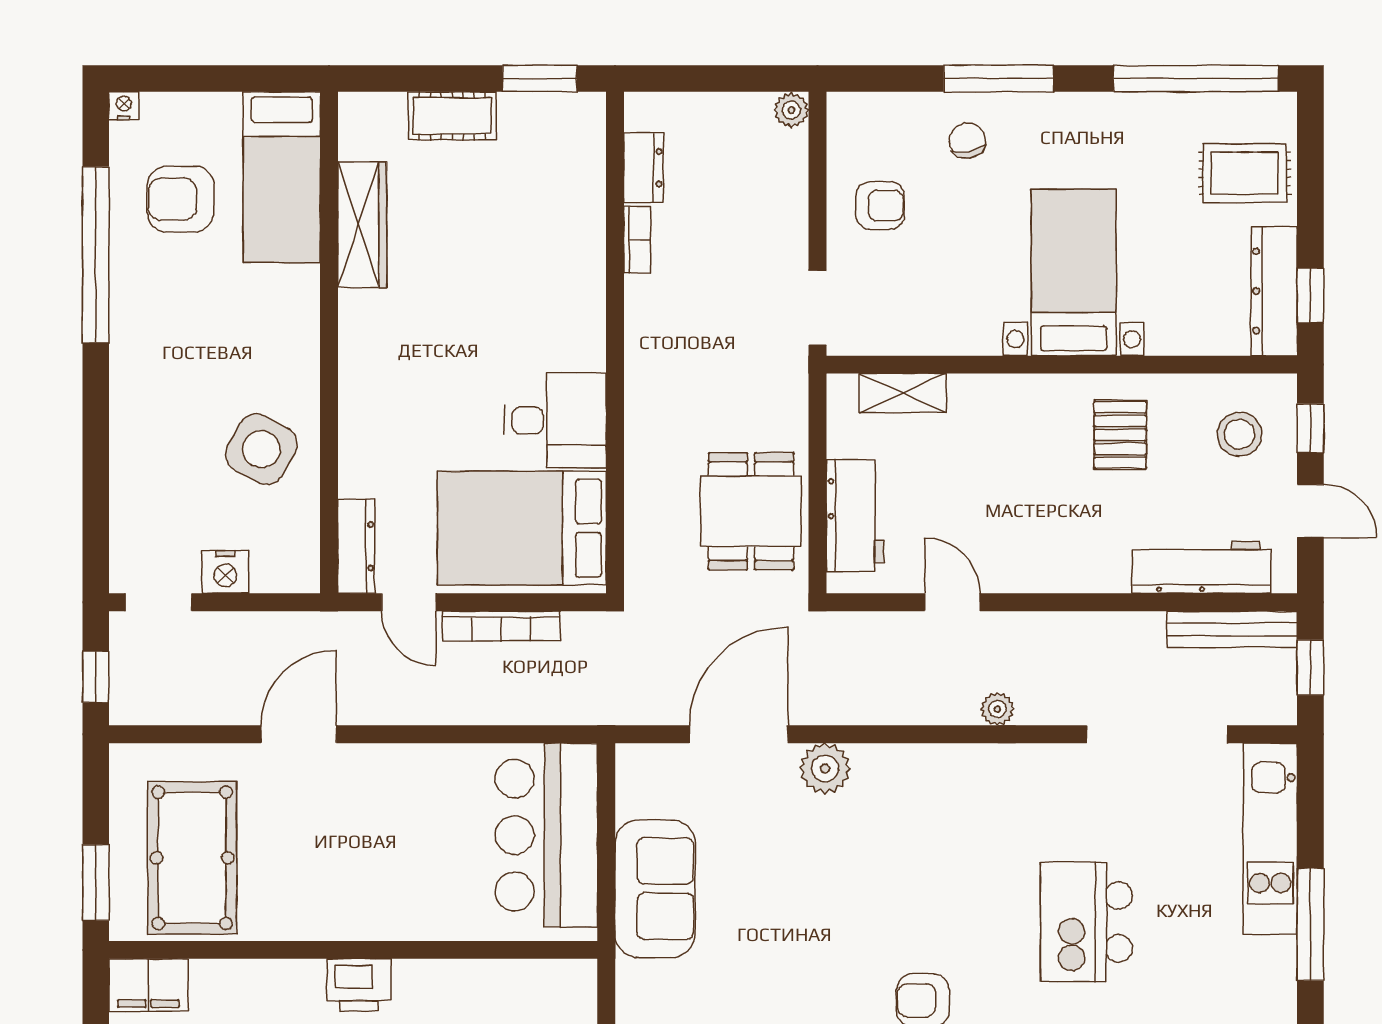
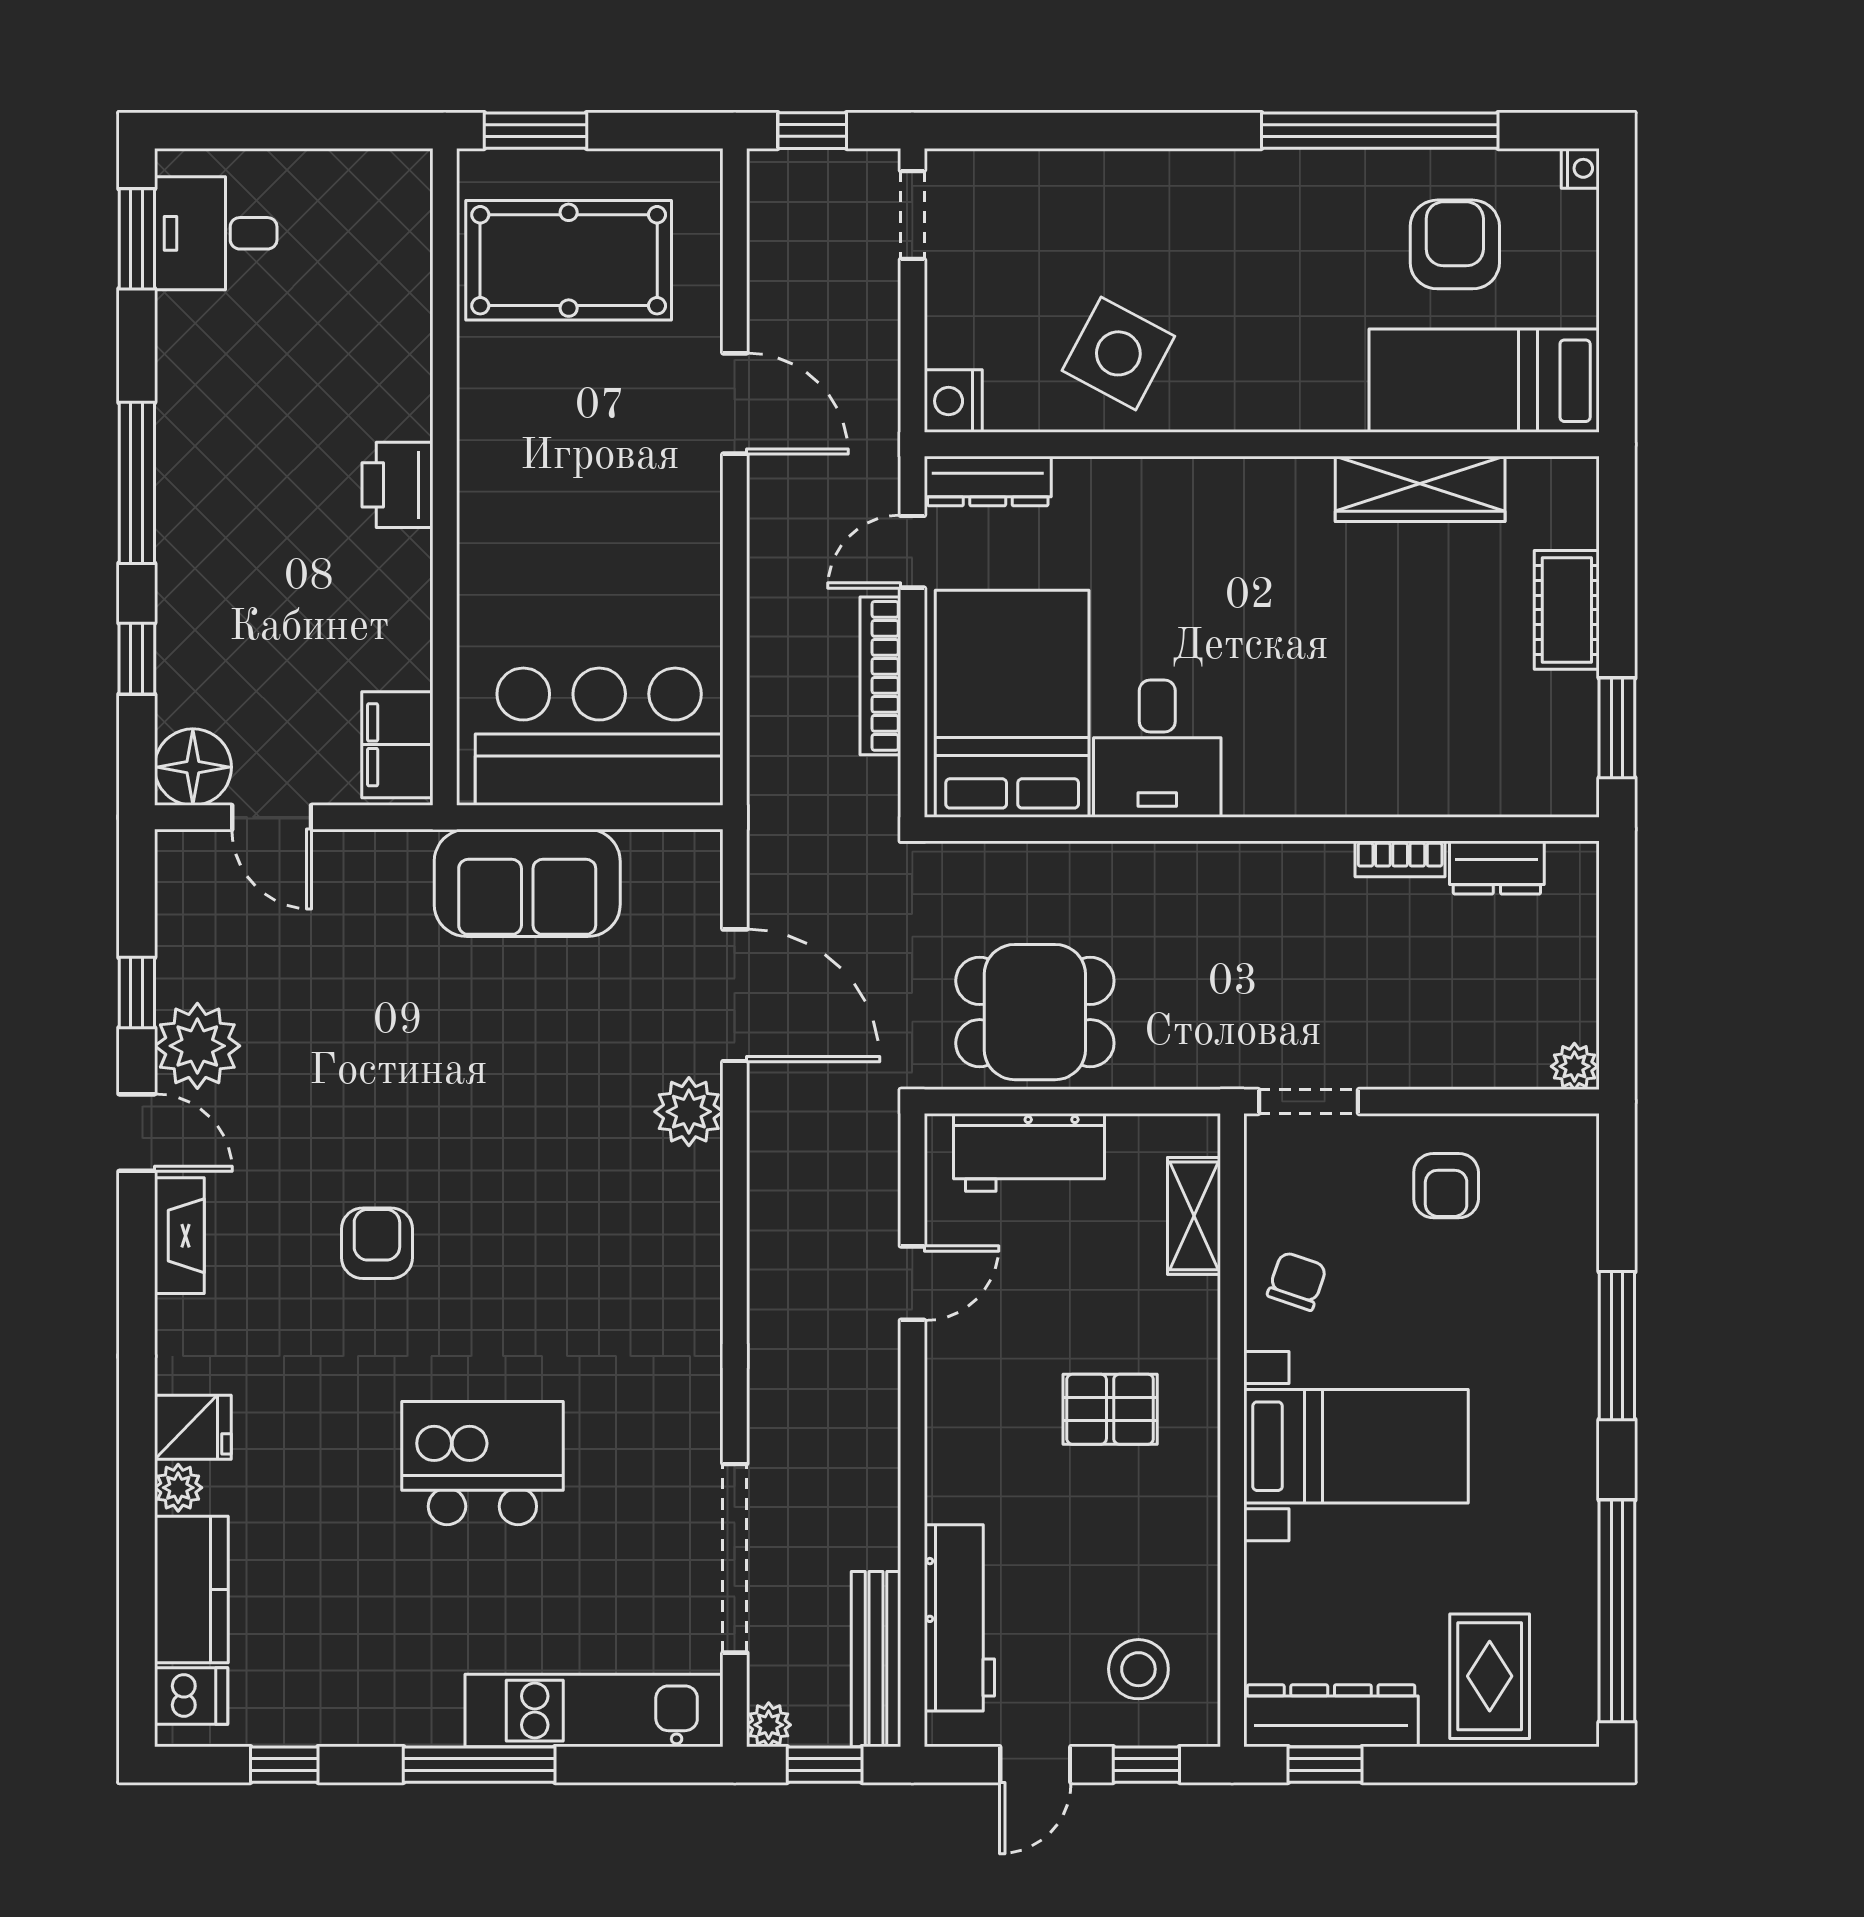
chair: (967, 141) -> (1297, 1281), moved, turned -61
pallet: (1120, 435) -> (1110, 1409), moved
nightstand: (225, 572) -> (953, 401), moved
plant: (997, 709) -> (769, 1725), moved
filing cabinet: (148, 985) -> (397, 745), moved

